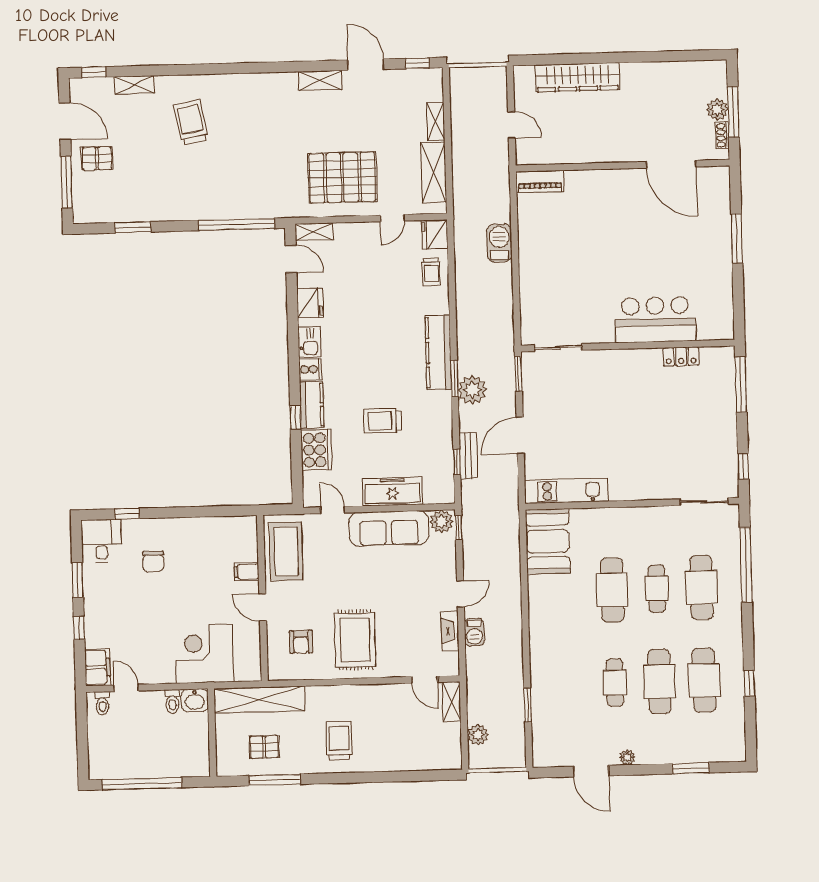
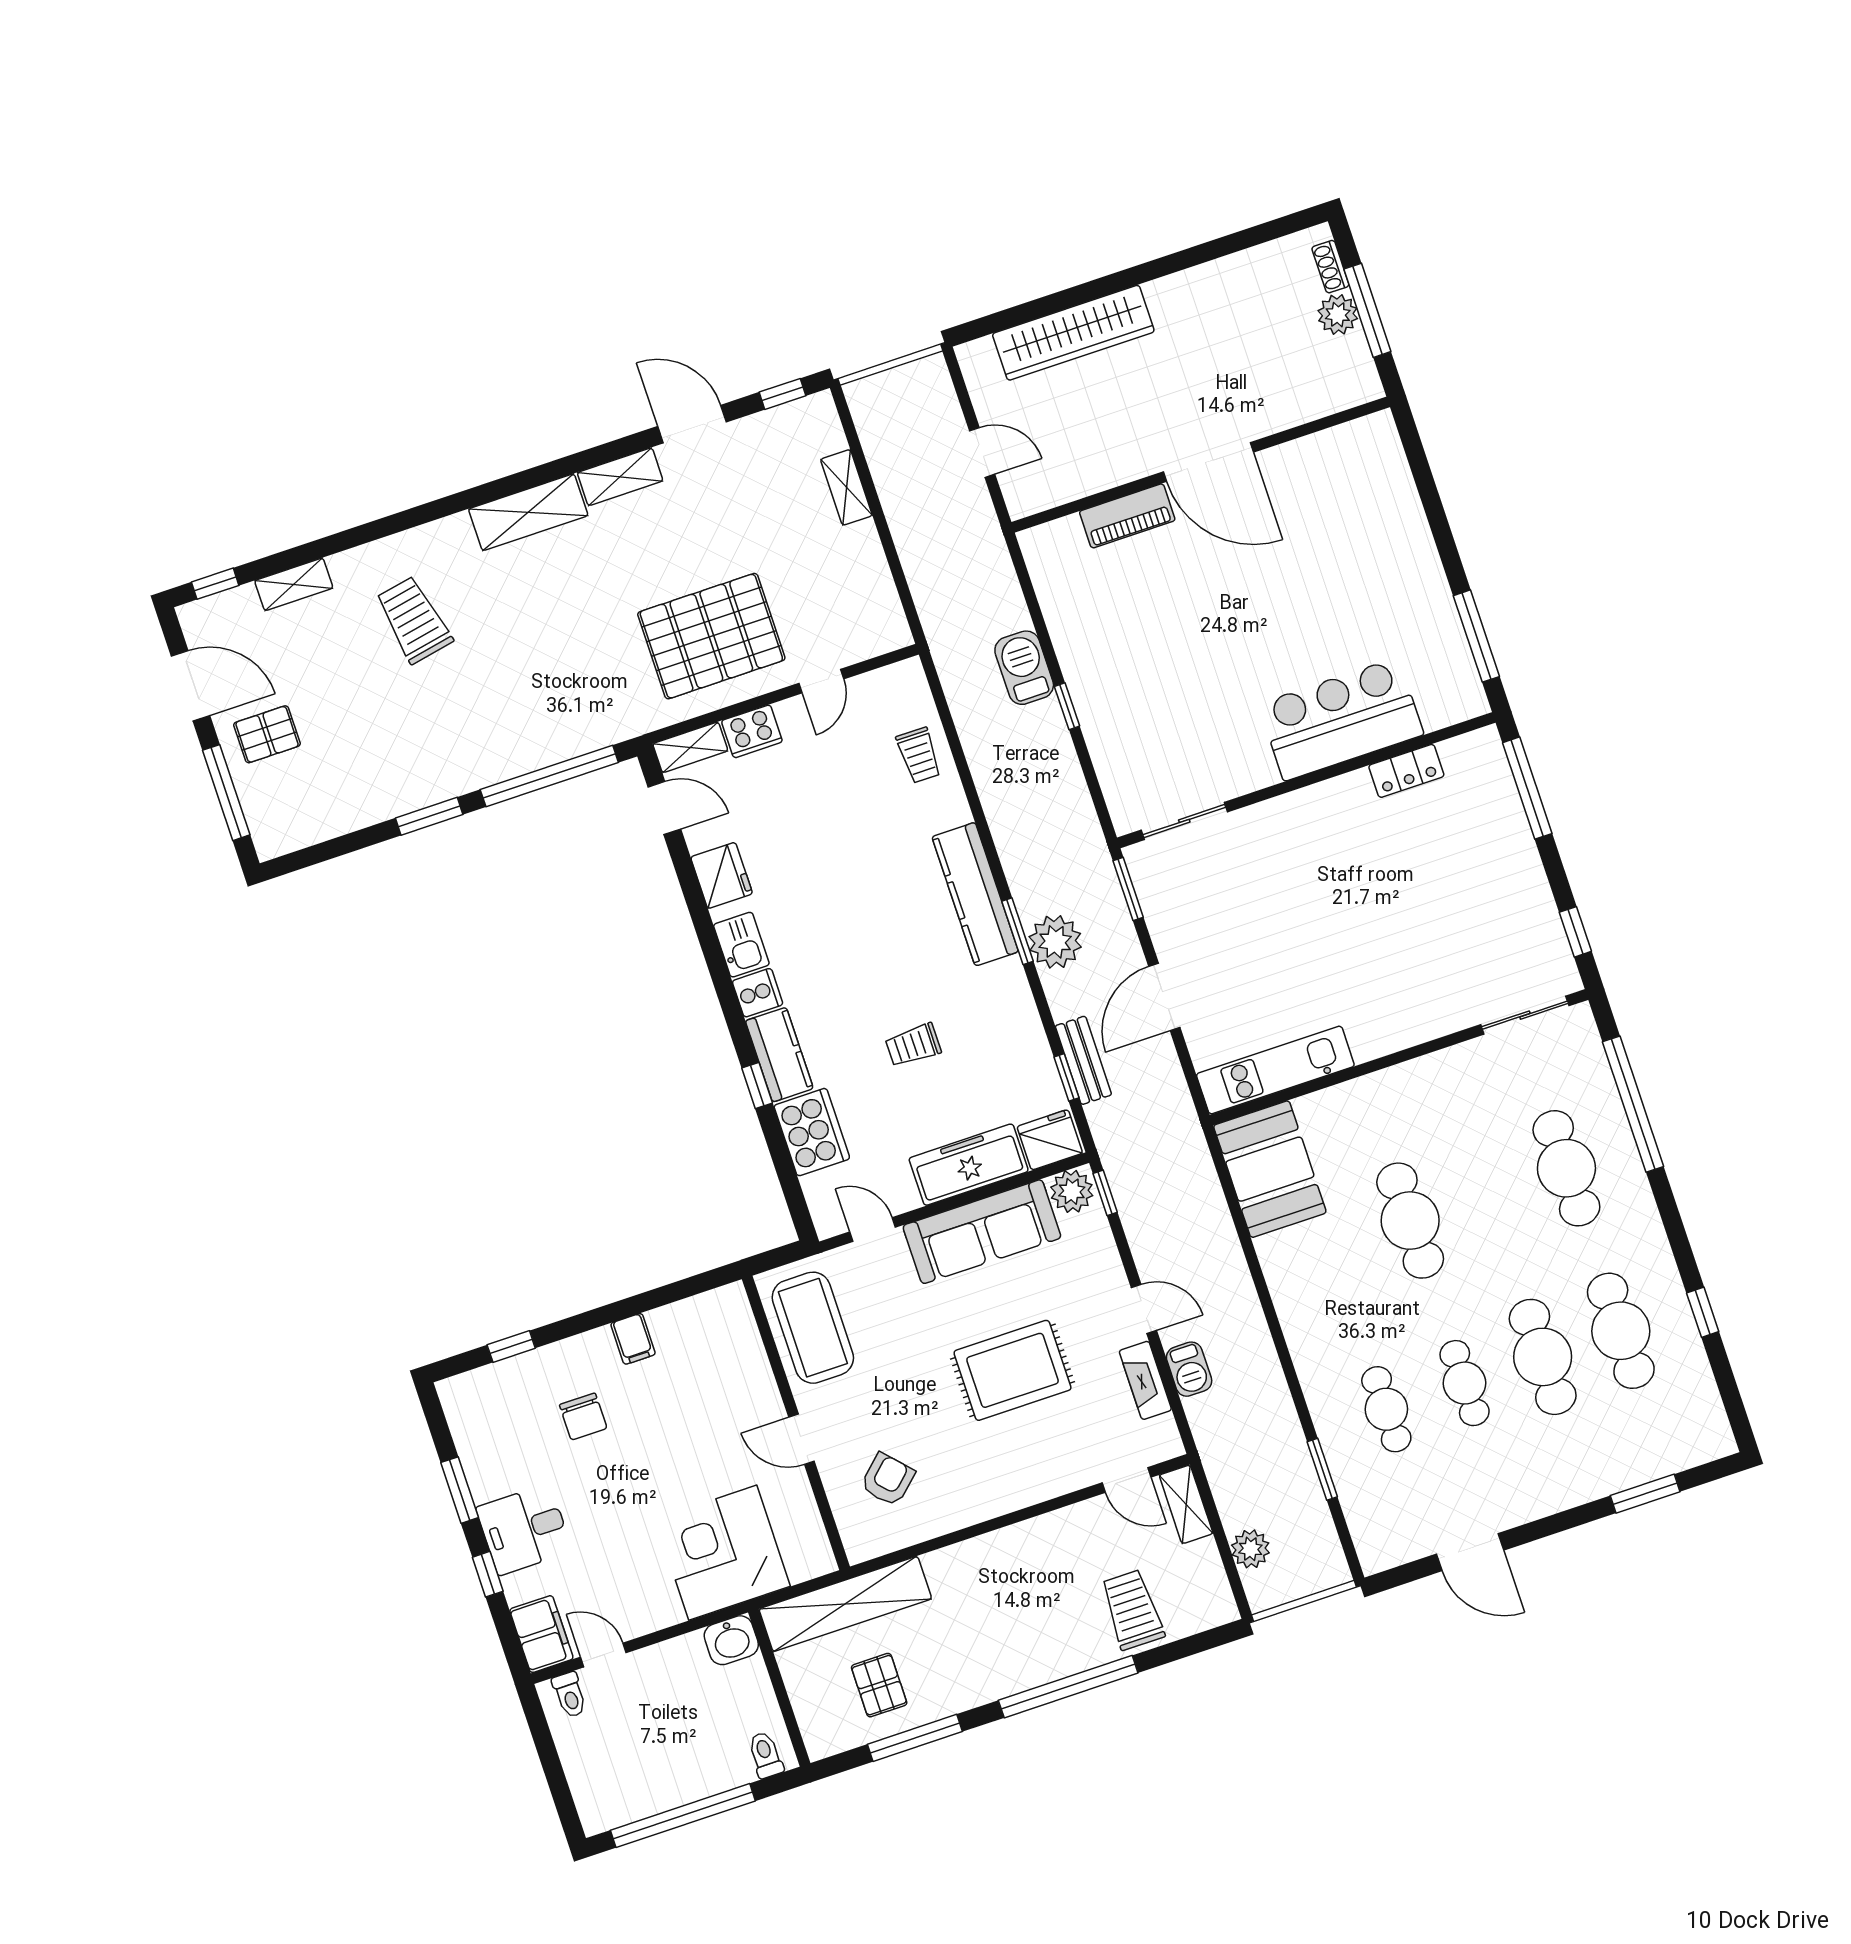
shoe rack: (722, 135) -> (1330, 267), moved
door: (671, 164) -> (1208, 462), moved
shelving: (434, 173) -> (528, 512), moved, turned 90
piano: (540, 182) -> (1127, 516), moved
window: (133, 227) -> (429, 816), moved
cooker: (348, 233) -> (752, 731), added
fridge: (435, 235) -> (1050, 1140), moved, turned 90
window: (737, 239) -> (1476, 636), moved
window: (515, 270) -> (1067, 706), added
trolley: (383, 421) -> (913, 1045), width x0.73, depth x0.72
desk: (101, 541) -> (524, 1529), moved, turned -90
filing cabinet: (247, 572) -> (633, 1339), moved, turned -90
cafe table: (657, 589) -> (1386, 1409), moved
door: (460, 594) -> (1144, 1309), hinge flipped
rug: (355, 640) -> (1013, 1370), moved, turned 90
armchair: (301, 642) -> (888, 1480), turned -133
toilet: (172, 702) -> (766, 1755), moved, turned 180
trolley: (339, 741) -> (1132, 1610), moved
pallet: (264, 747) -> (879, 1685), turned 90
plant: (627, 757) -> (1527, 1508), removed
window: (362, 777) -> (1068, 1687), added

